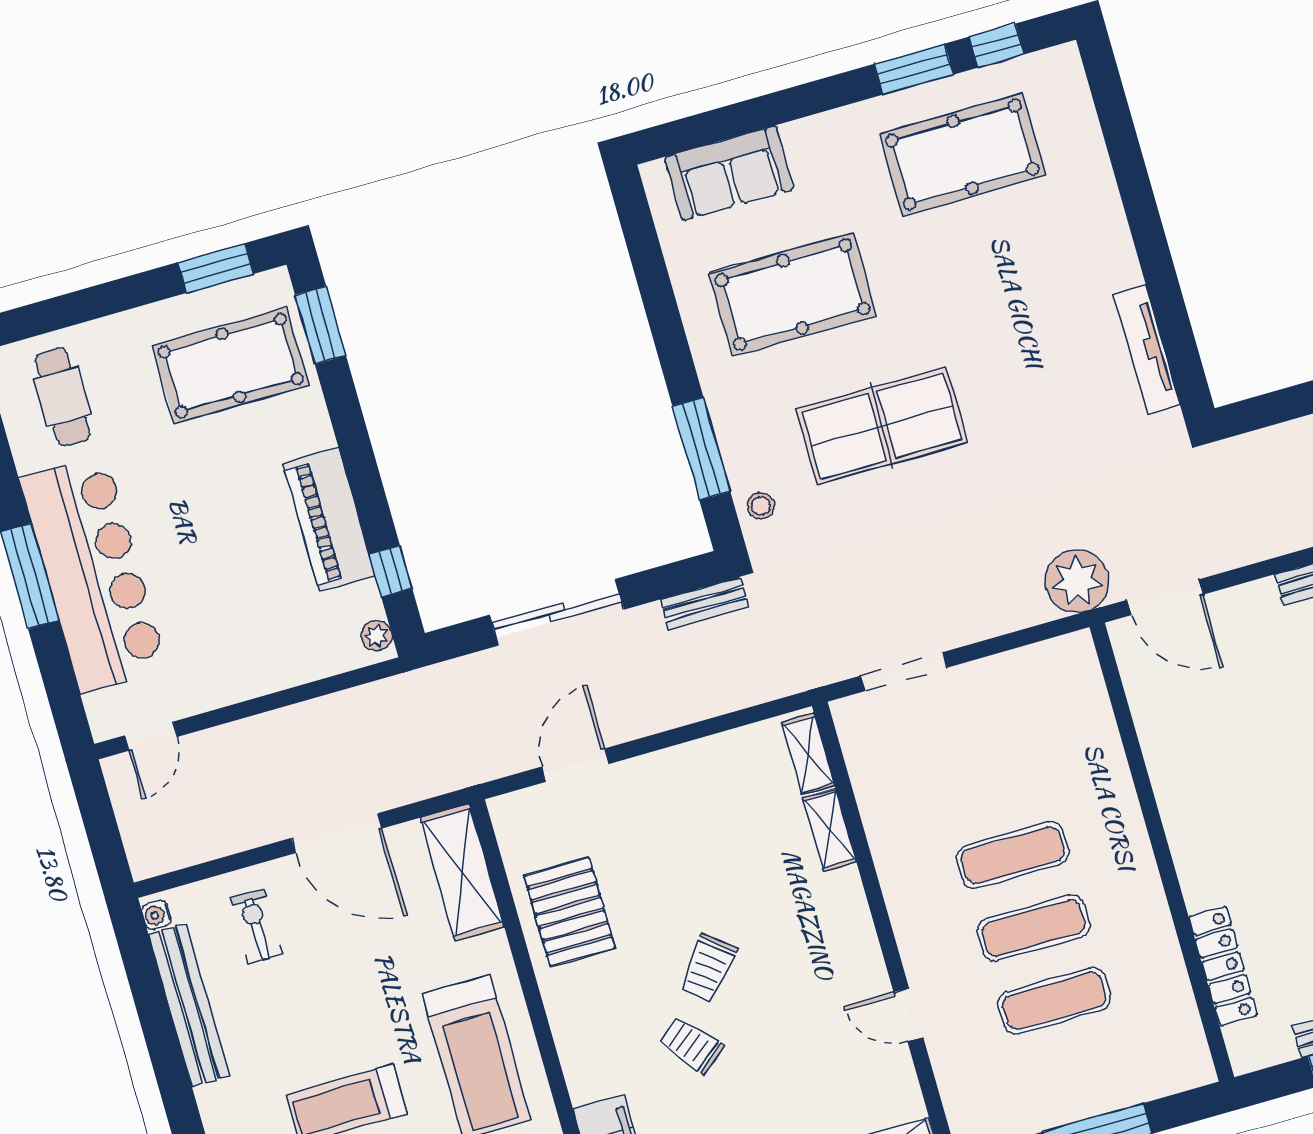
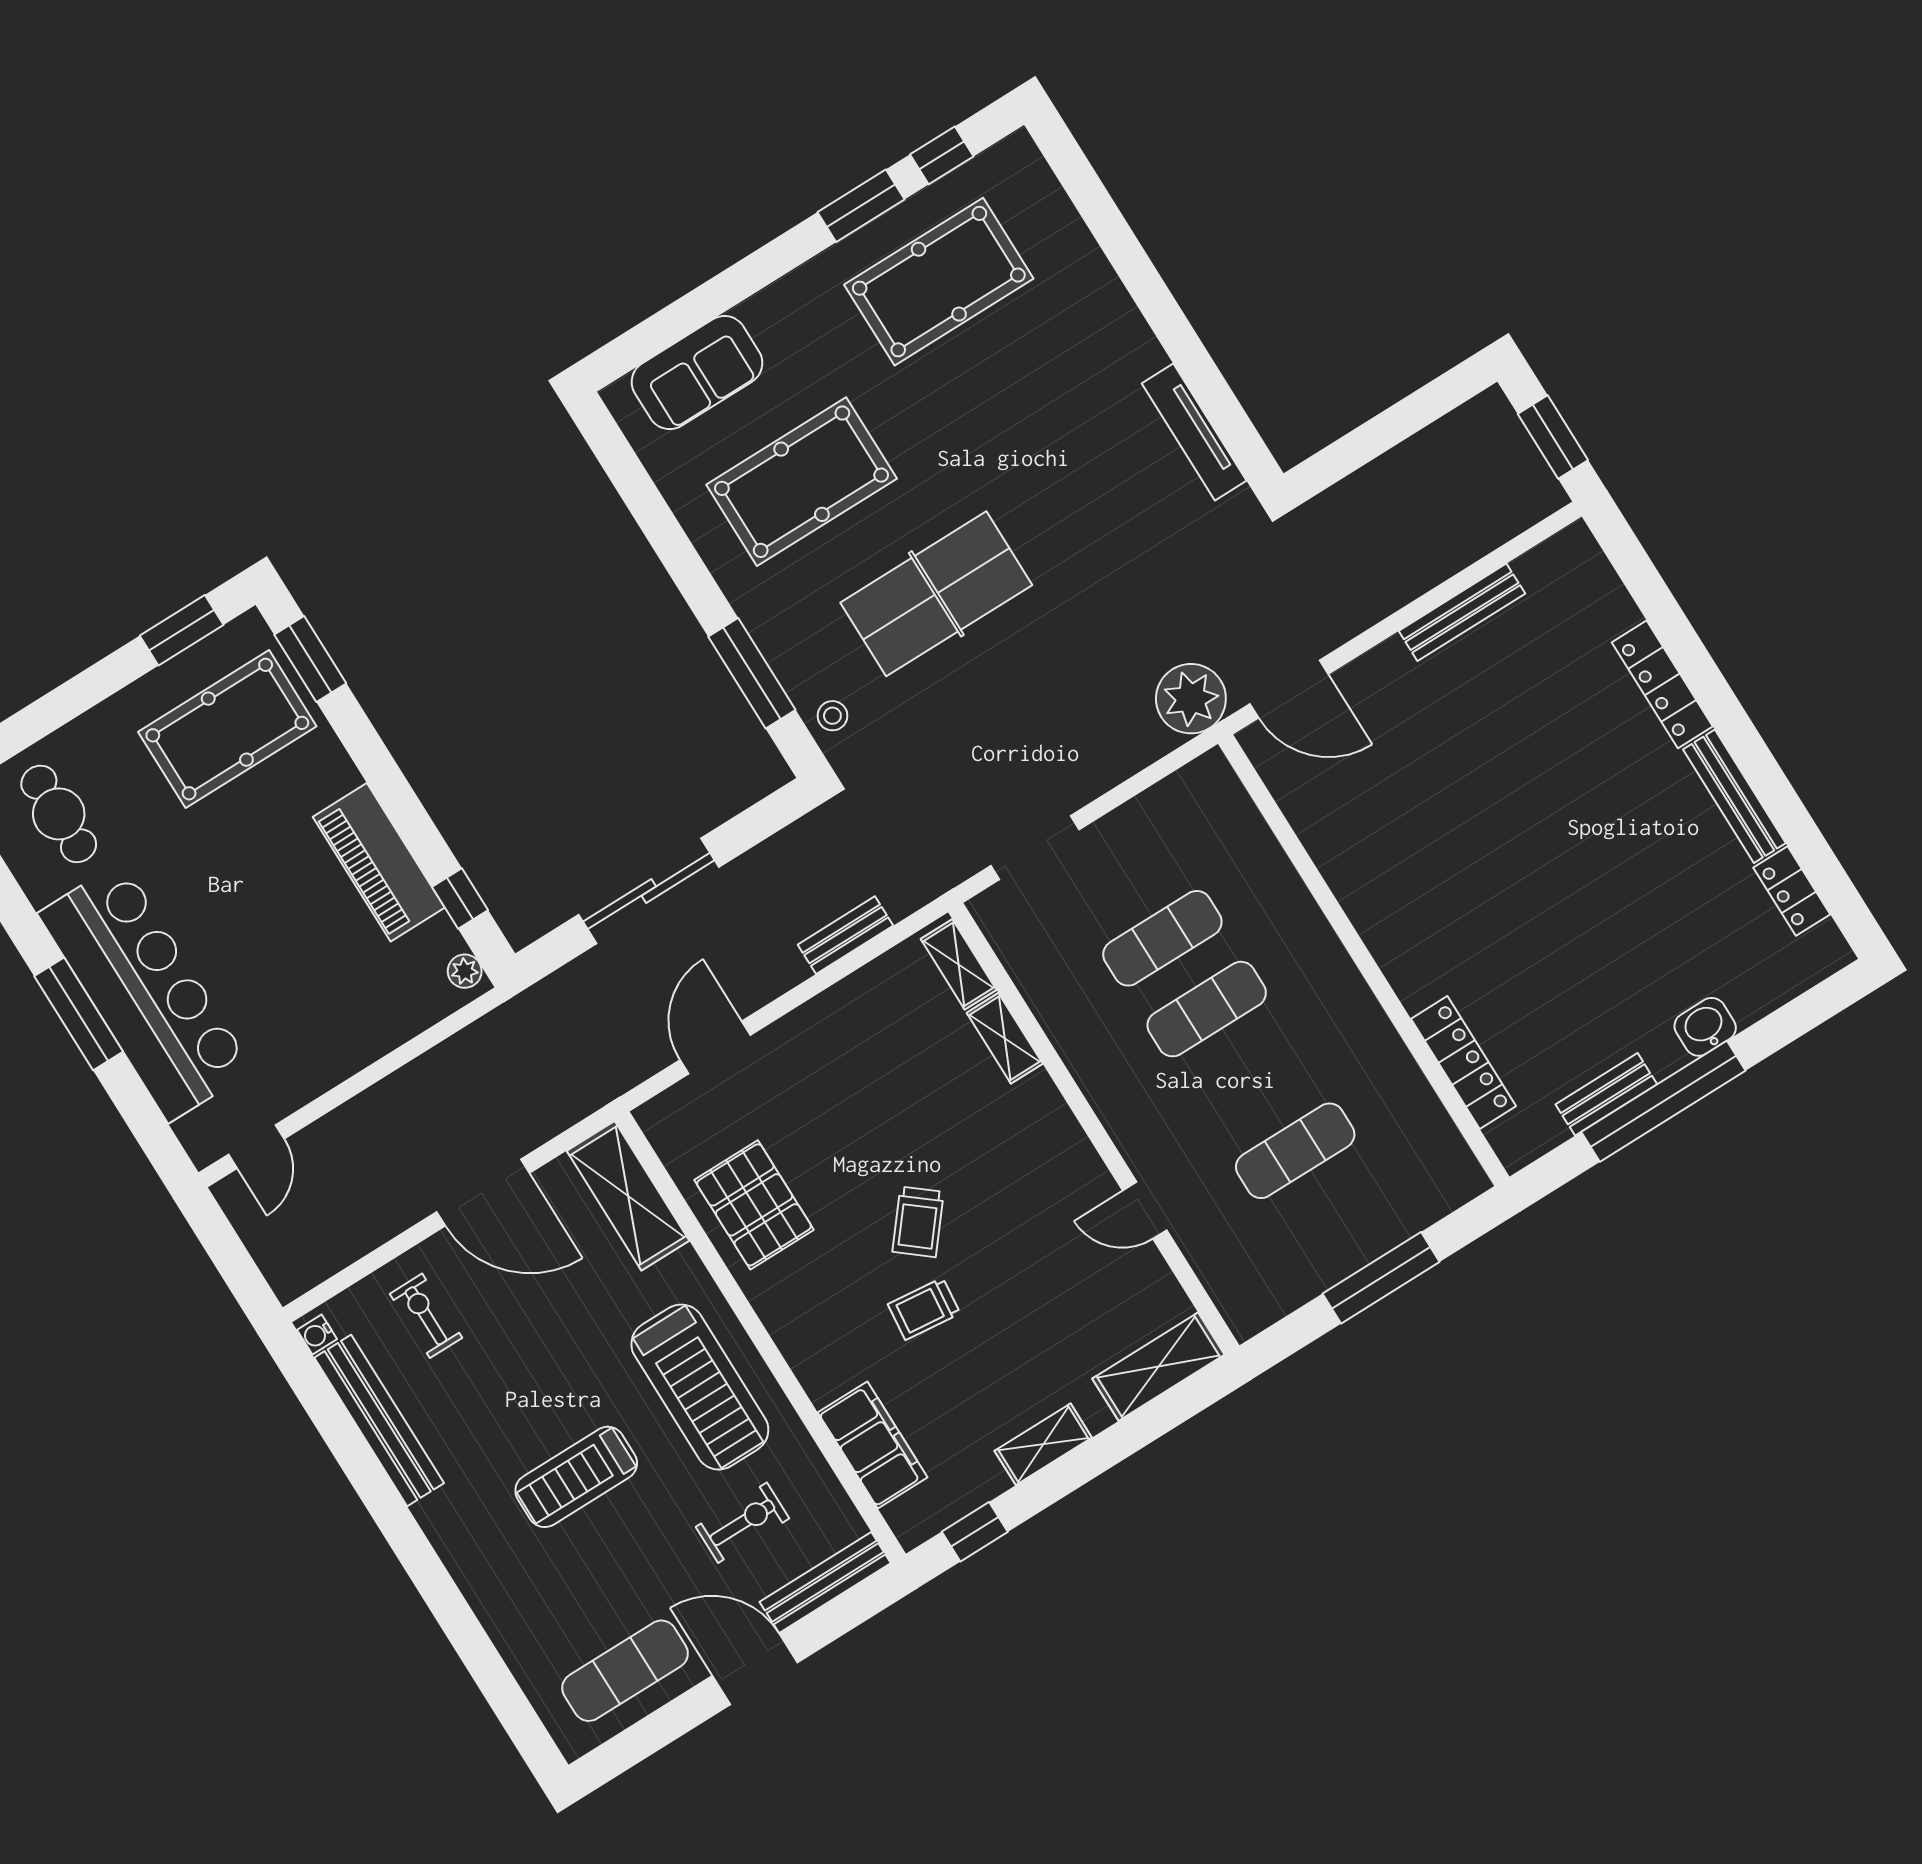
bench: (704, 603) -> (845, 935), moved
exercise mat: (1034, 928) -> (1162, 938), moved
trolley: (691, 1045) -> (924, 1309), turned -45

